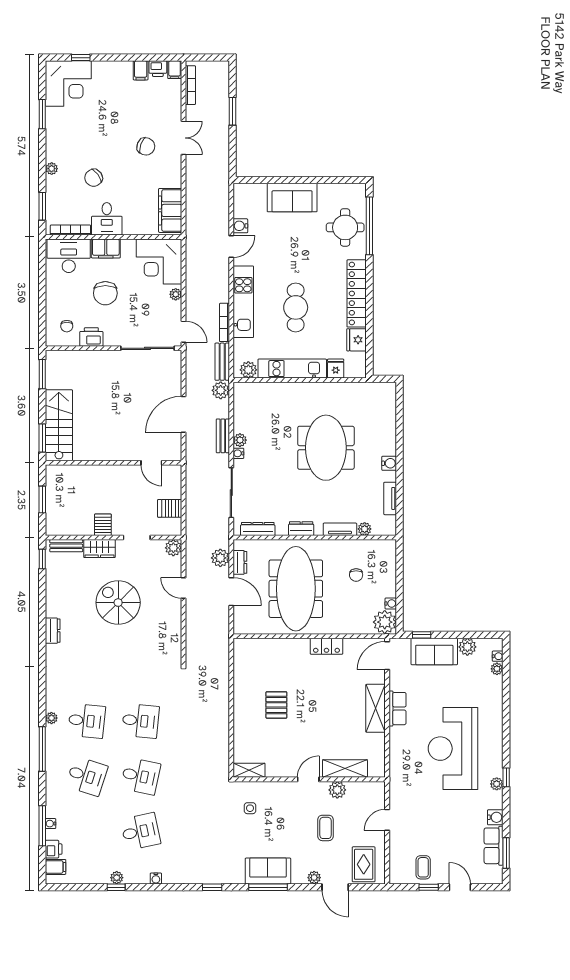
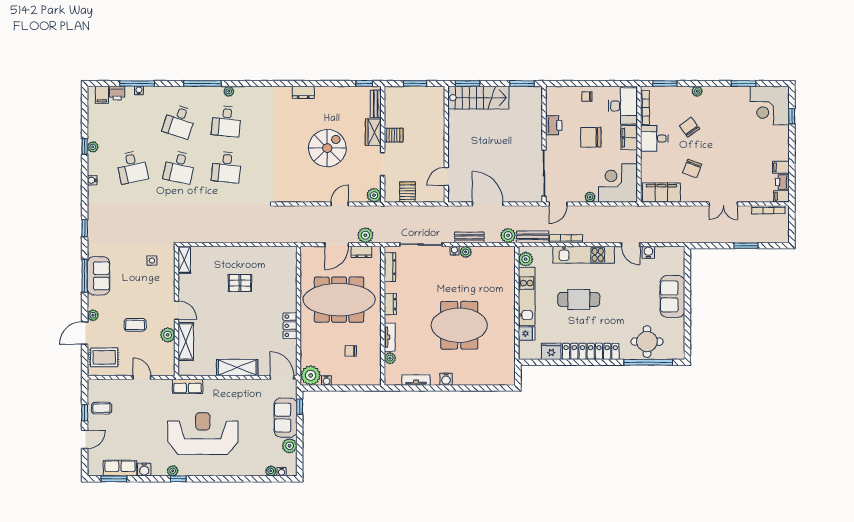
chair: (146, 146) -> (692, 169), moved
chair: (67, 326) -> (587, 96), moved
row of seats: (398, 709) -> (188, 386), moved

